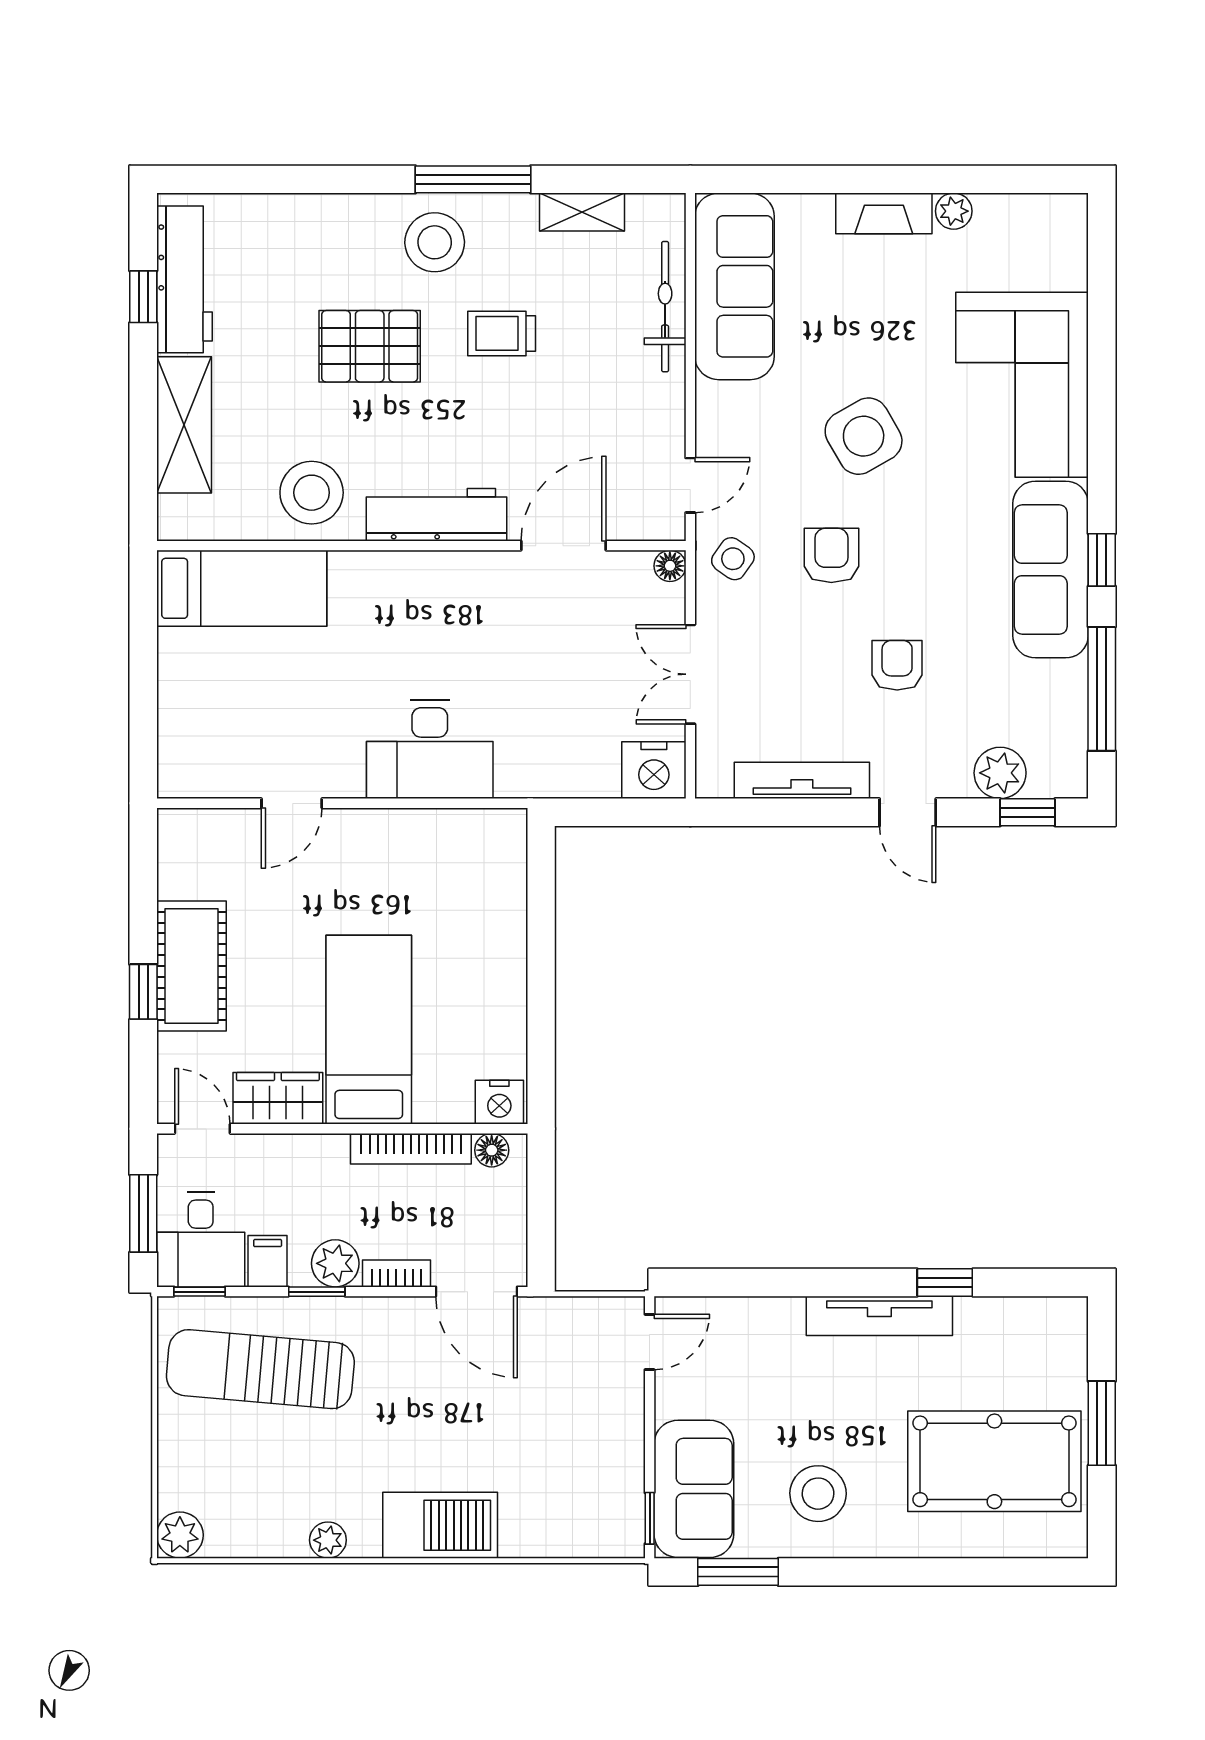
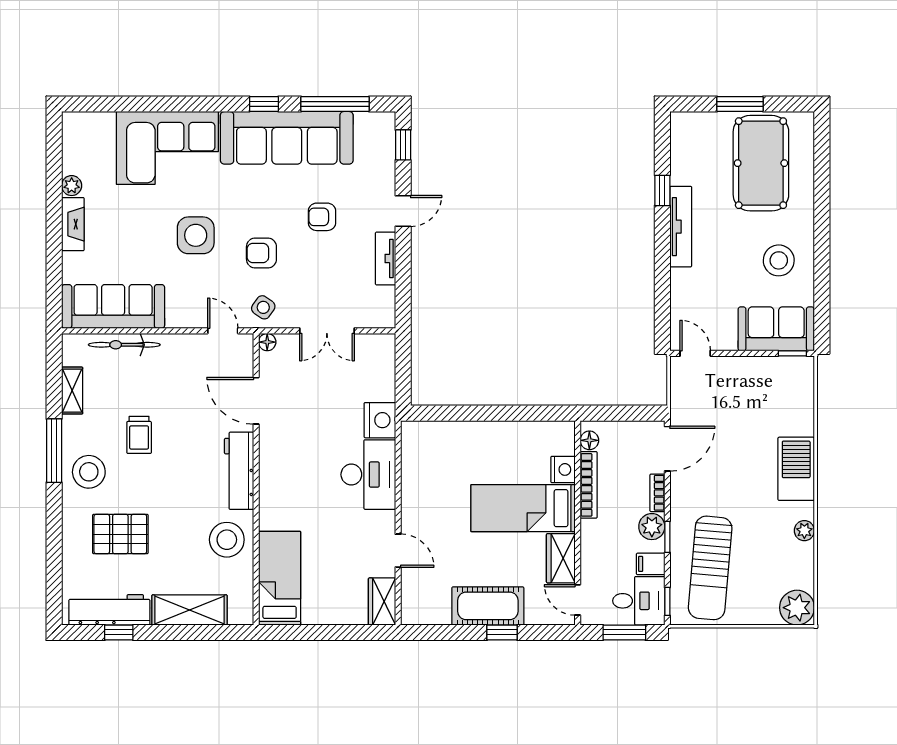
pallet: (370, 346) -> (120, 534), moved, turned 90
side table: (864, 436) -> (196, 235), turned 30
sofa: (1051, 570) -> (287, 138), width x1.36, depth x1.27
nightstand: (654, 770) -> (380, 420), moved
plant: (1000, 773) -> (381, 160), removed
wardrobe: (199, 774) -> (382, 601), added
tv unit: (802, 780) -> (386, 258), width x0.71
nightstand: (499, 1102) -> (563, 469), moved
door: (202, 1129) -> (578, 600), hinge flipped
plant: (180, 1535) -> (797, 608), width x1.36, depth x1.36
window: (738, 1572) -> (822, 305), removed

